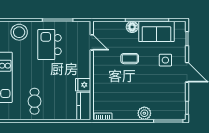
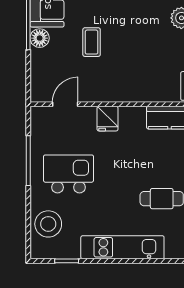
kitchen island: (50, 45) -> (69, 174), turned 180
fridge: (83, 85) -> (108, 119), moved

